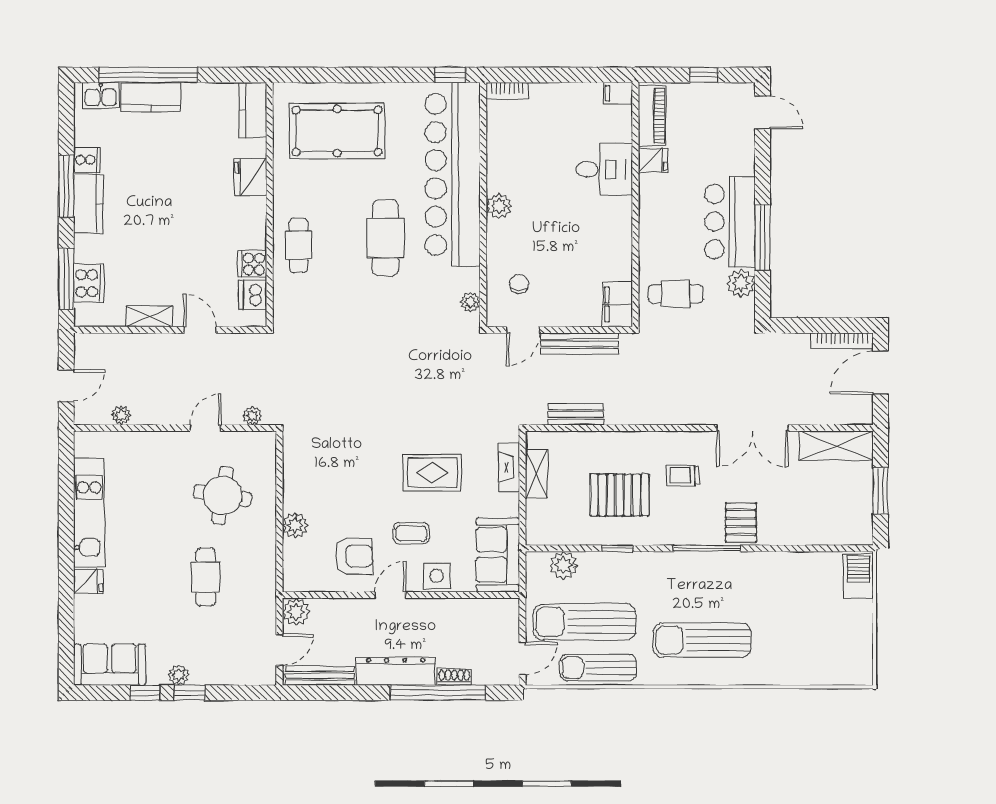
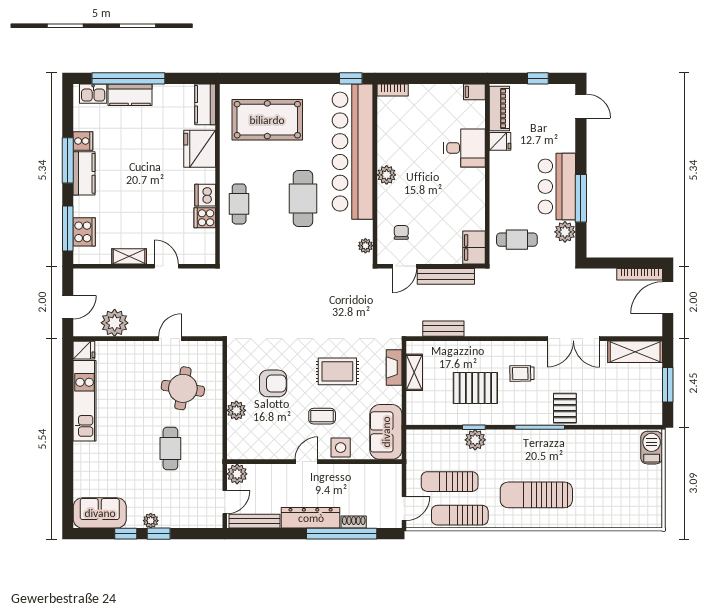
fridge: (251, 177) -> (200, 149), width x1.36, depth x1.34
dishwasher: (253, 295) -> (205, 195), moved
plant: (121, 415) -> (115, 323), width x1.88, depth x1.88
plant: (252, 416) -> (205, 329), removed
armchair: (354, 556) -> (273, 383), moved
plant: (563, 565) -> (475, 440), moved
fridge: (88, 581) -> (84, 350), moved
sun lounger: (585, 622) -> (450, 482), width x0.73, depth x0.75

